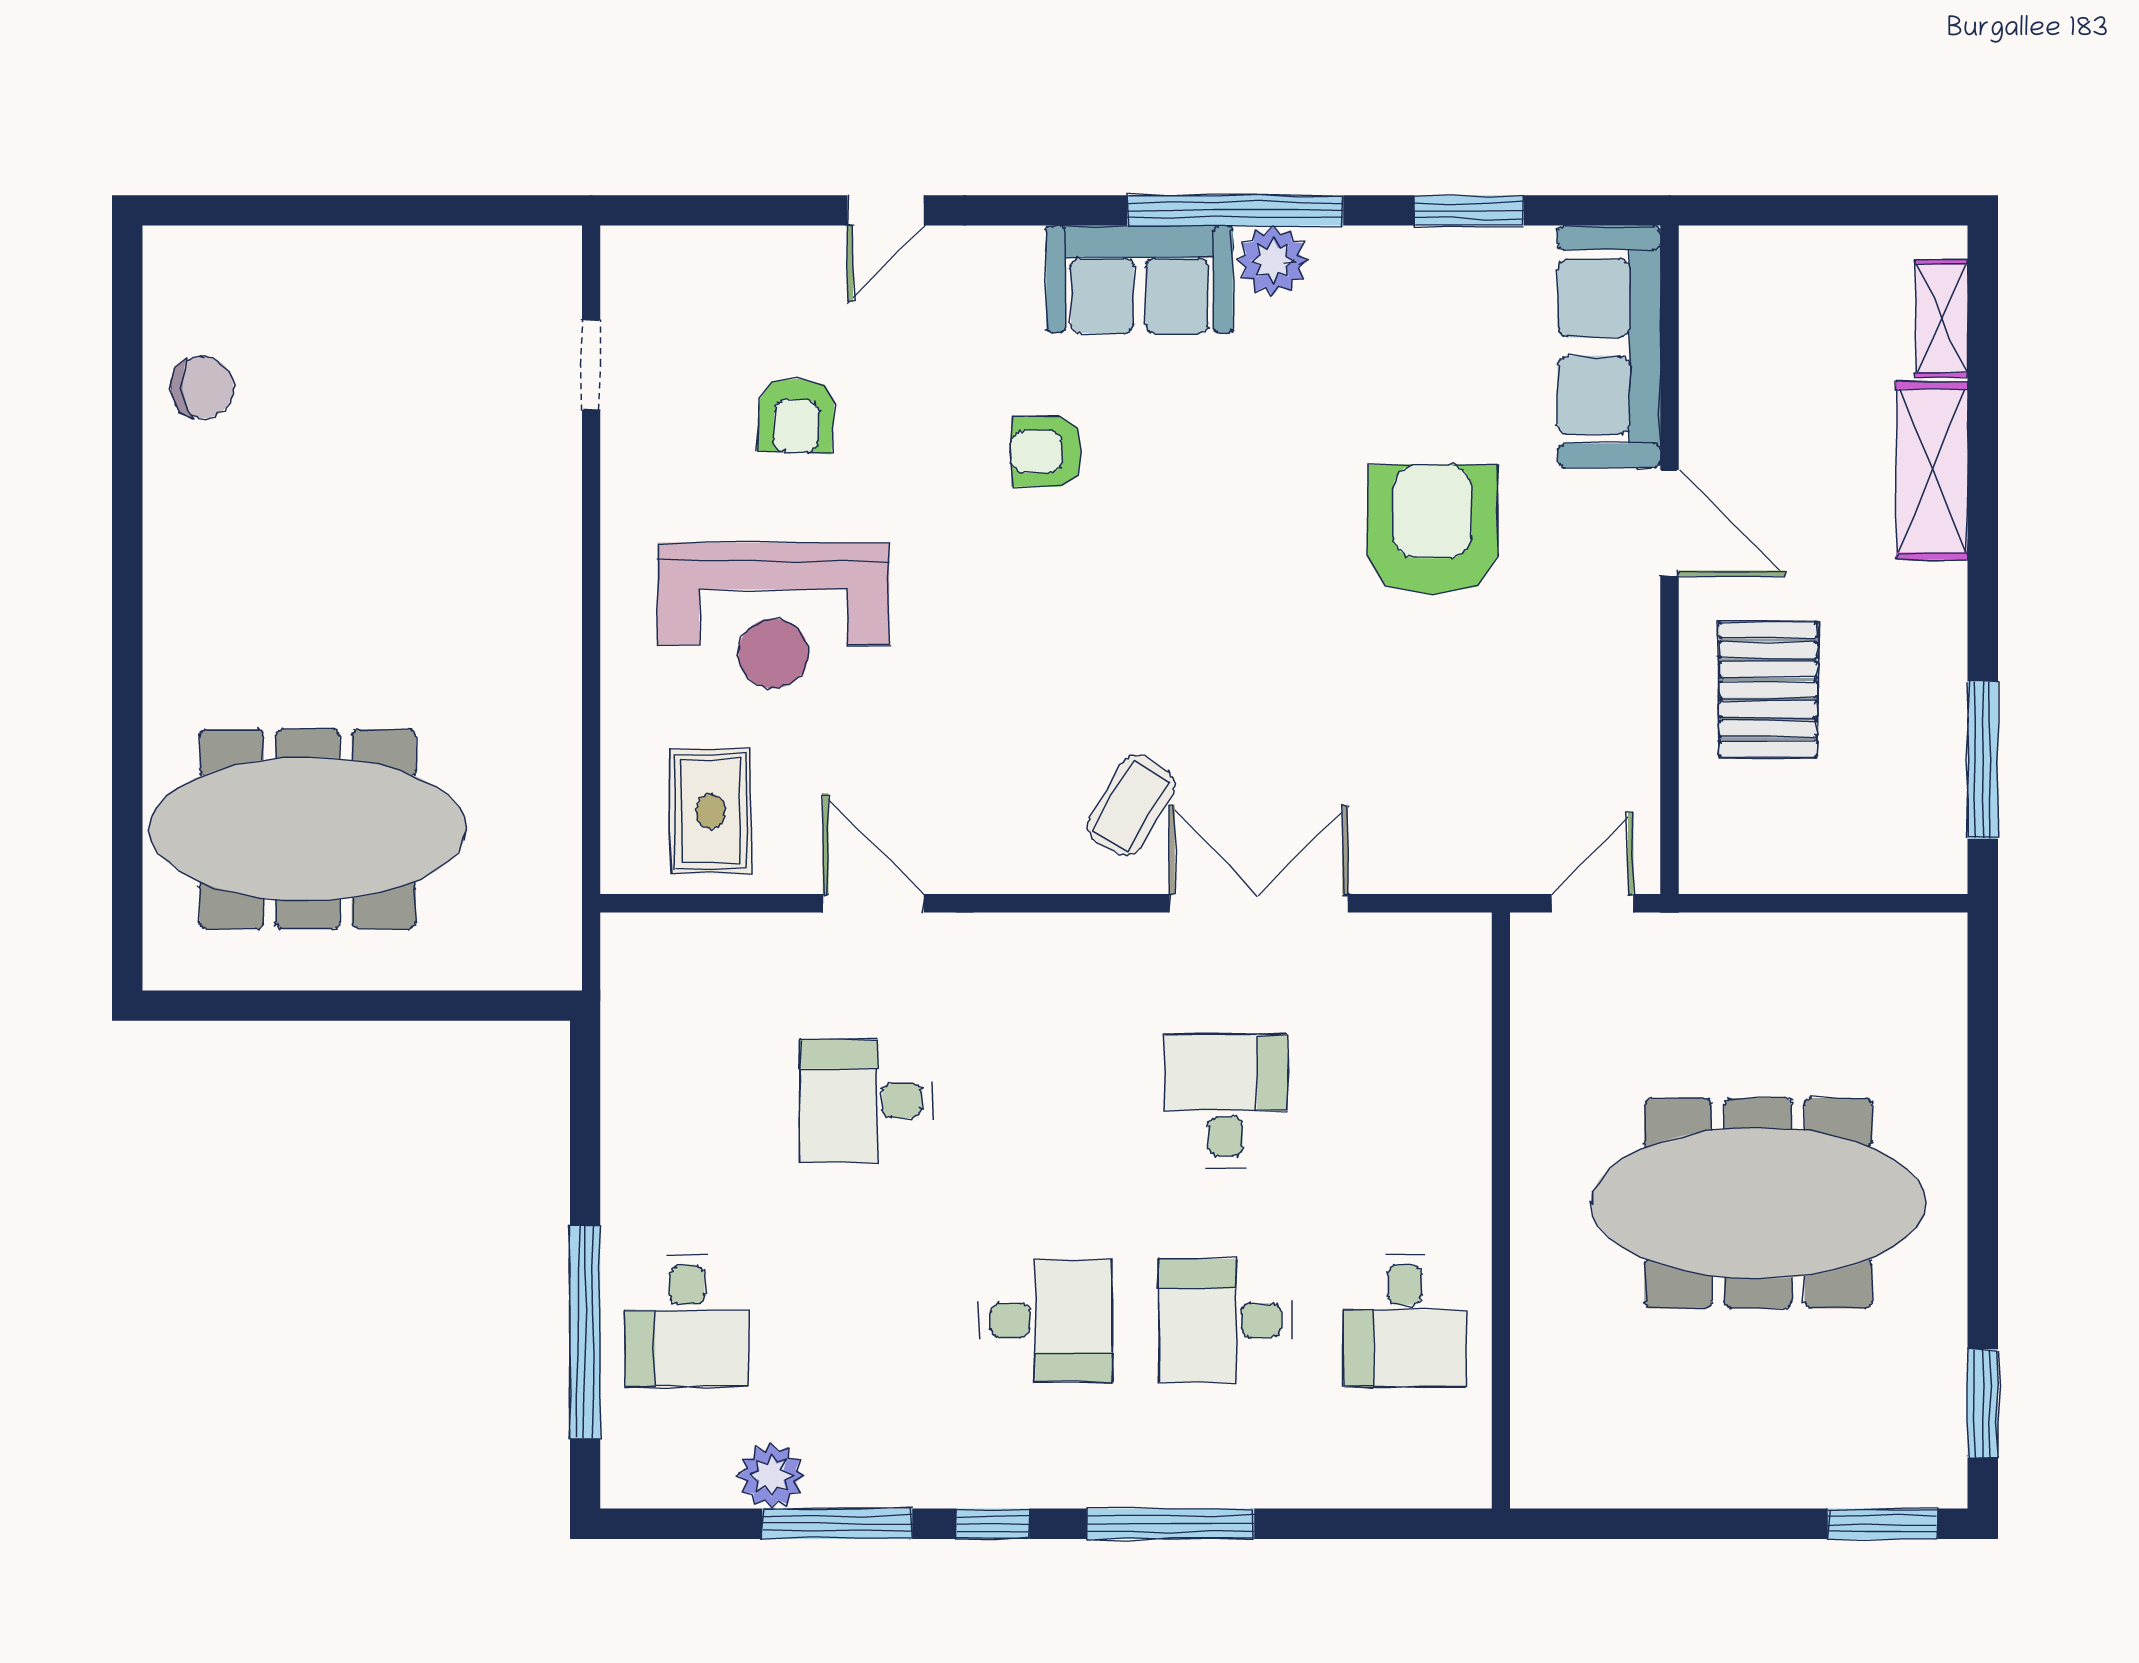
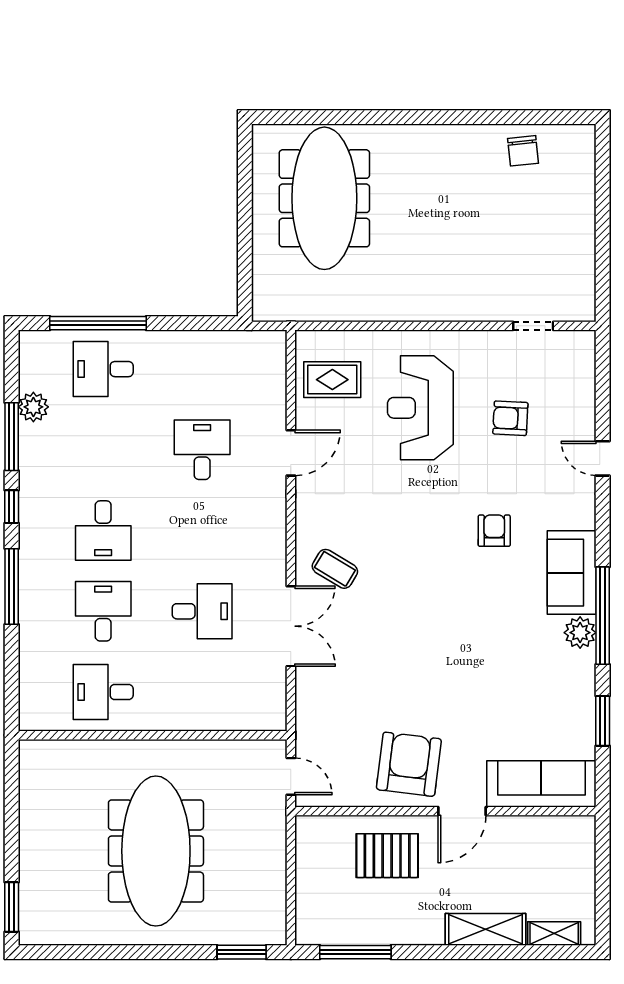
armchair: (1432, 530) -> (409, 764), moved, turned -83
window: (1983, 1404) -> (242, 952), moved

